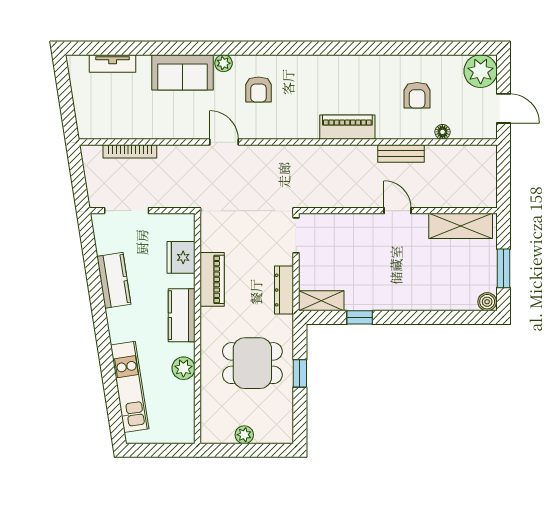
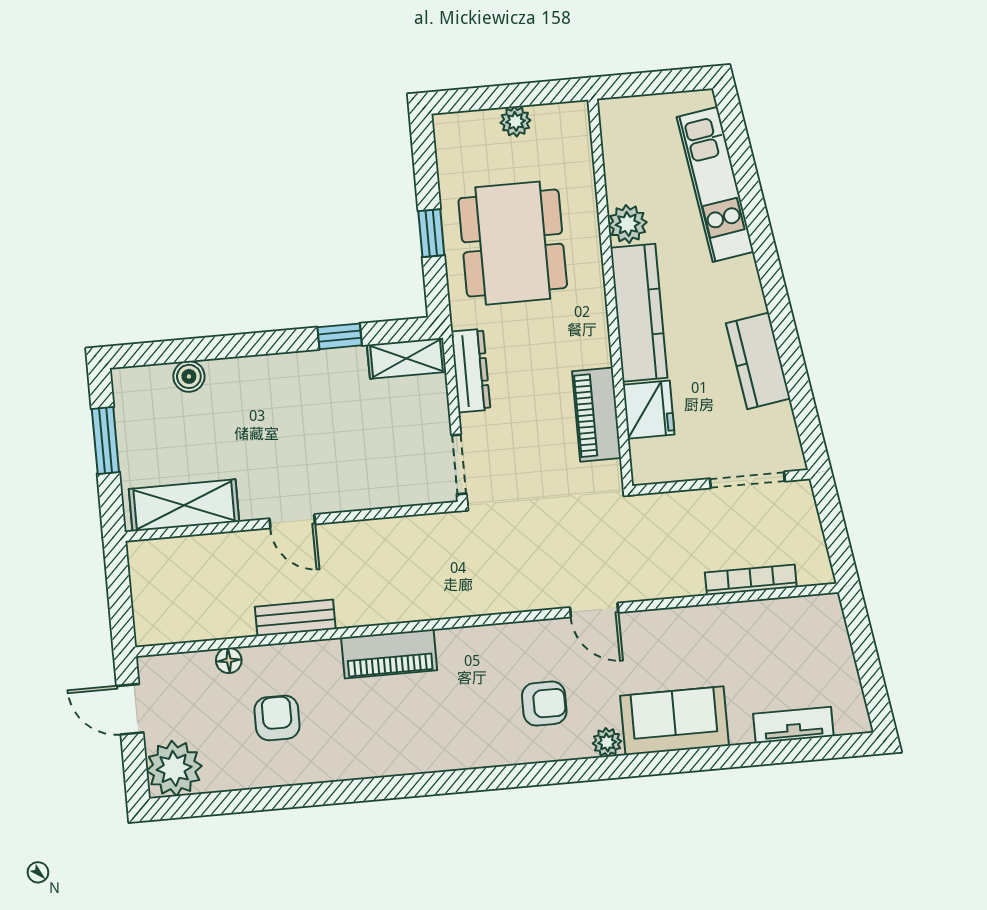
armchair: (259, 89) -> (544, 704), turned 90
piano: (212, 279) -> (597, 415), moved
boiler: (487, 302) -> (189, 376), moved
kitchen counter: (182, 315) -> (639, 313), width x1.50
dining table: (252, 363) -> (513, 243), width x1.37

